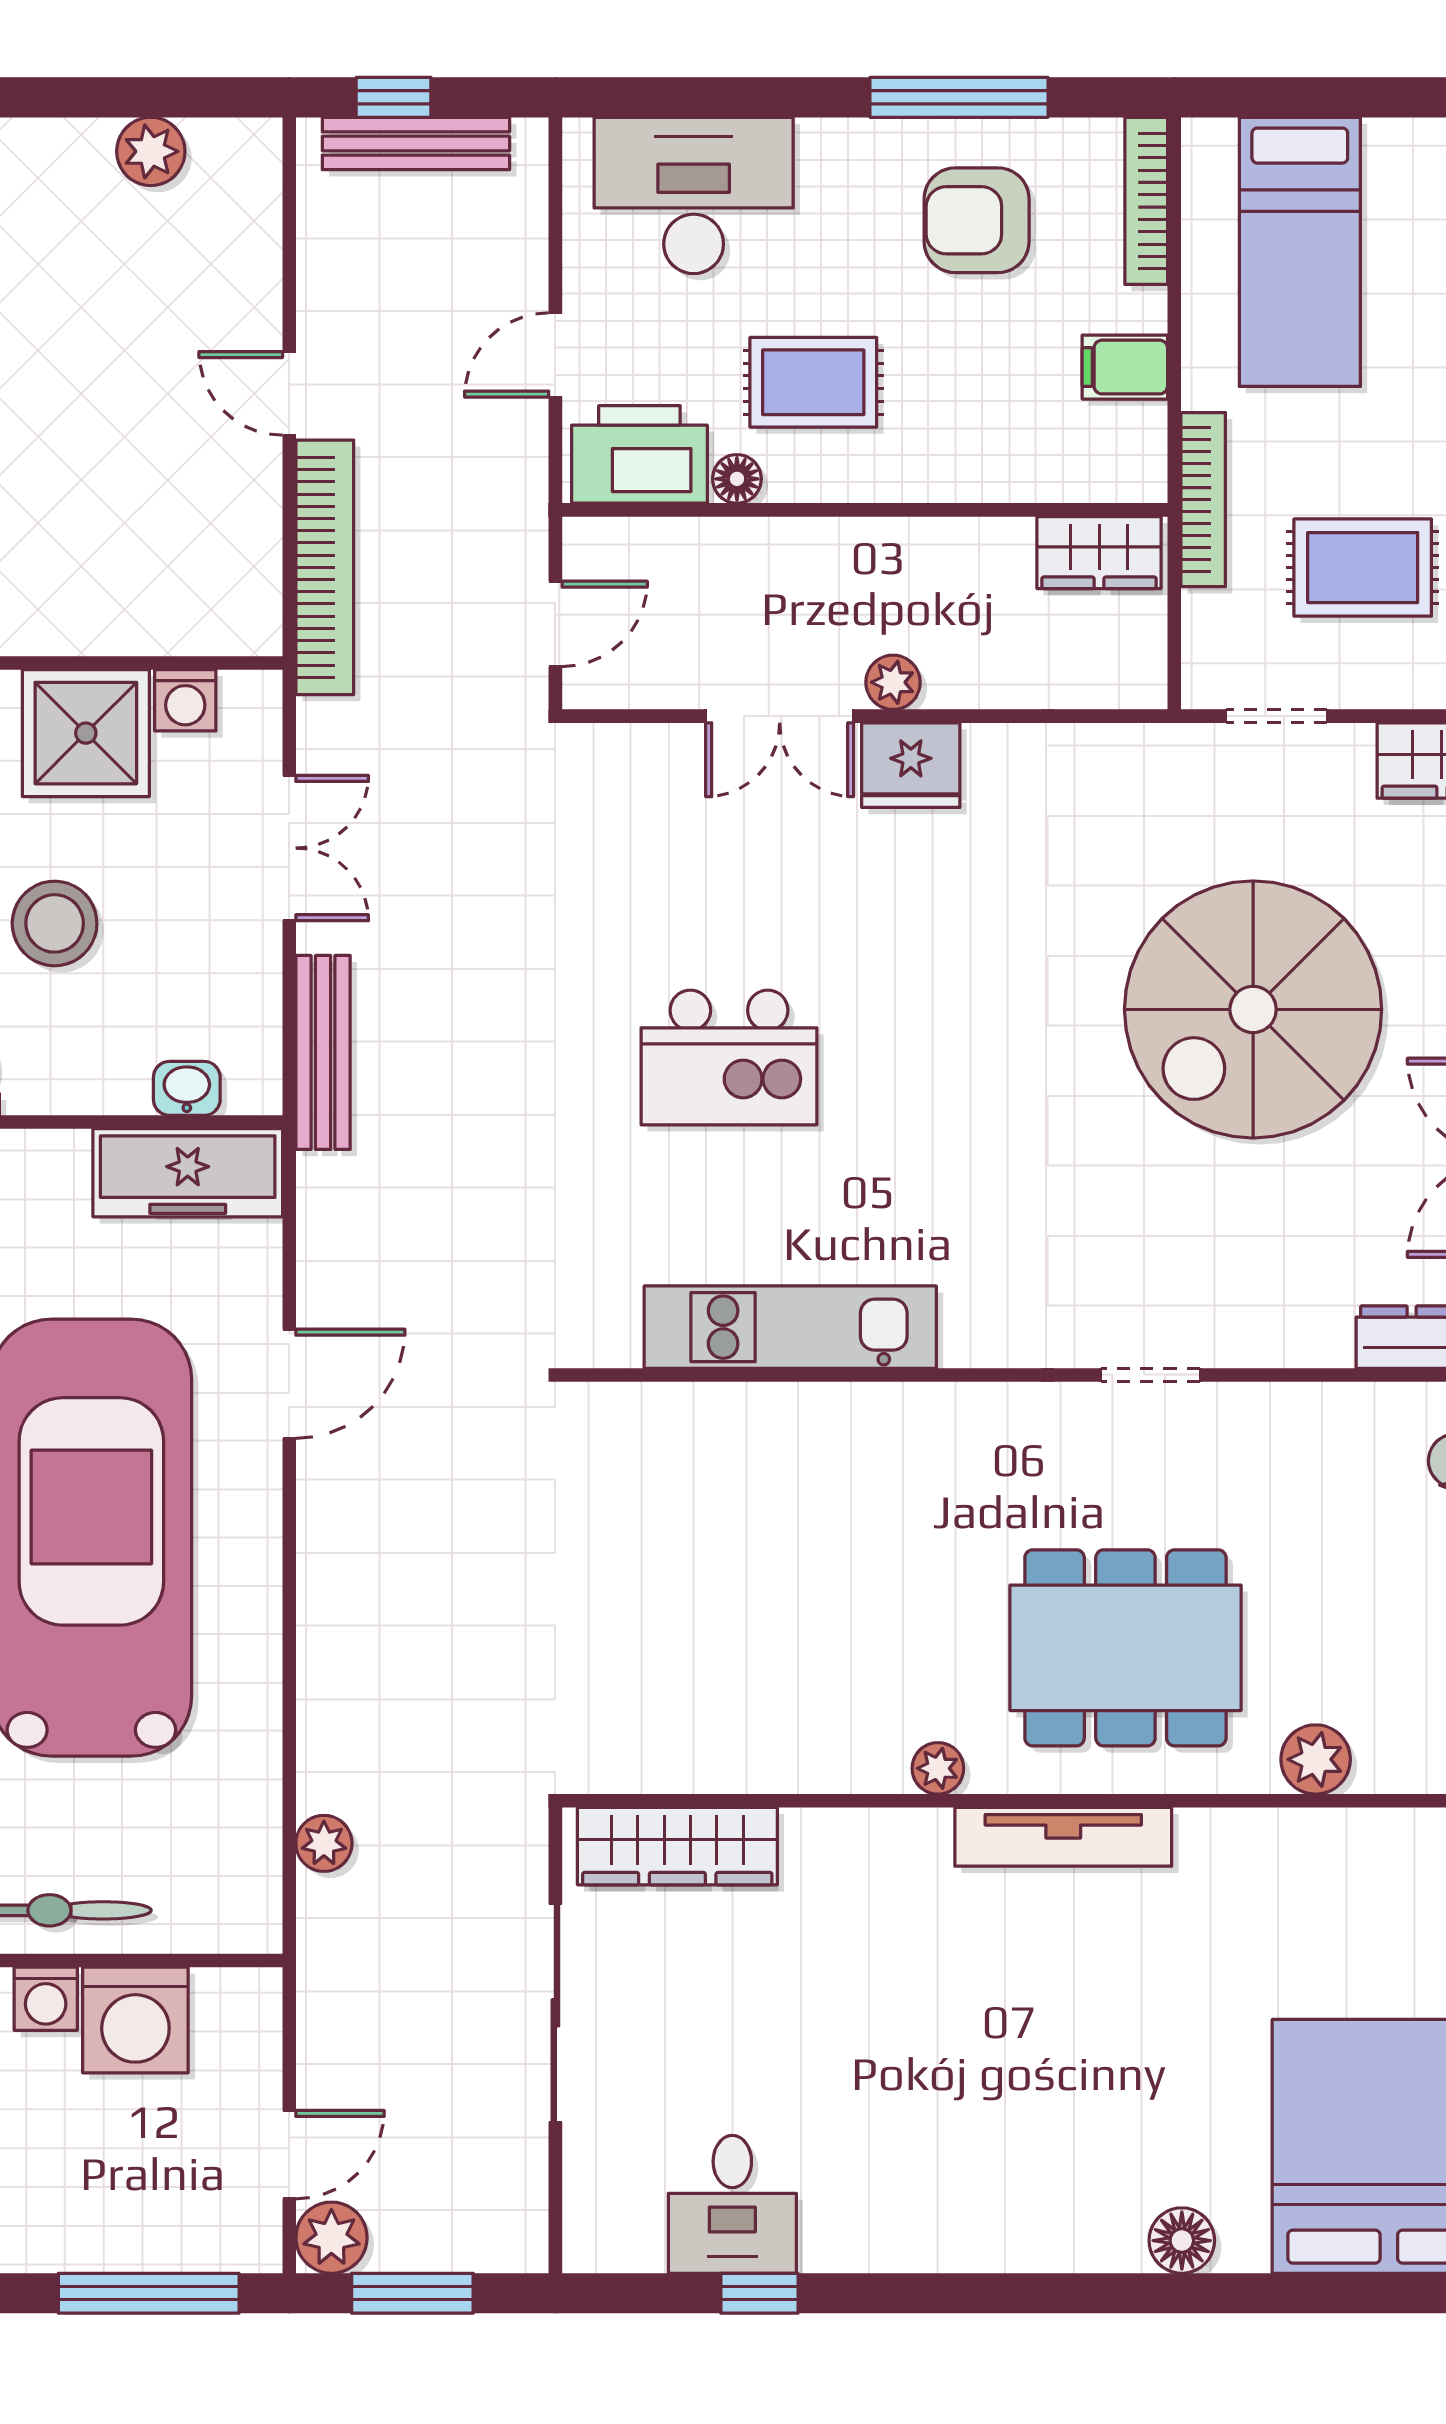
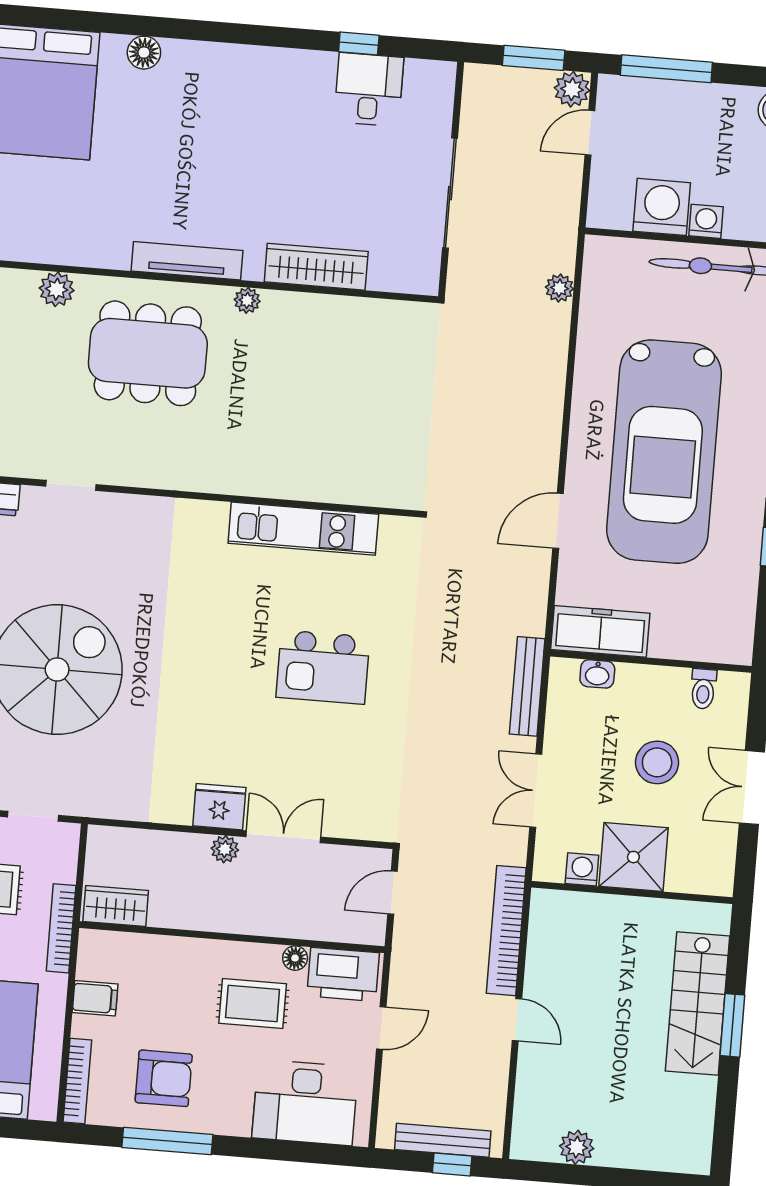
kitchen island: (729, 1057) -> (323, 667), turned 180
doorway: (1150, 1375) -> (71, 485), moved
wardrobe: (677, 1846) -> (316, 267), moved

